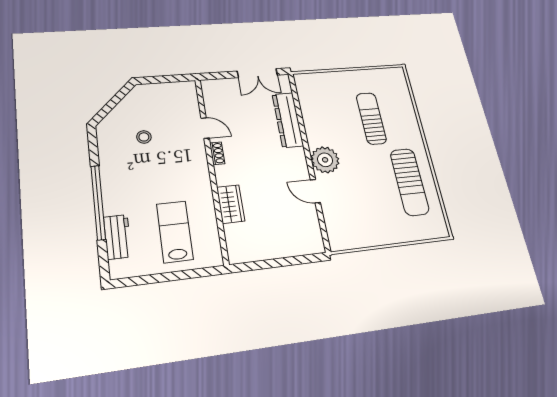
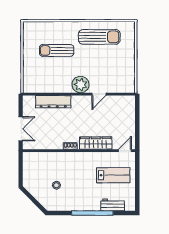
double door: (257, 73) -> (21, 129), moved
door: (205, 128) -> (125, 151), moved
wardrobe: (231, 204) -> (96, 143), width x1.50
lab bench: (175, 232) -> (113, 175), turned 180

